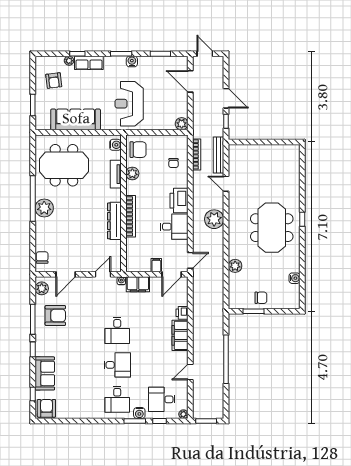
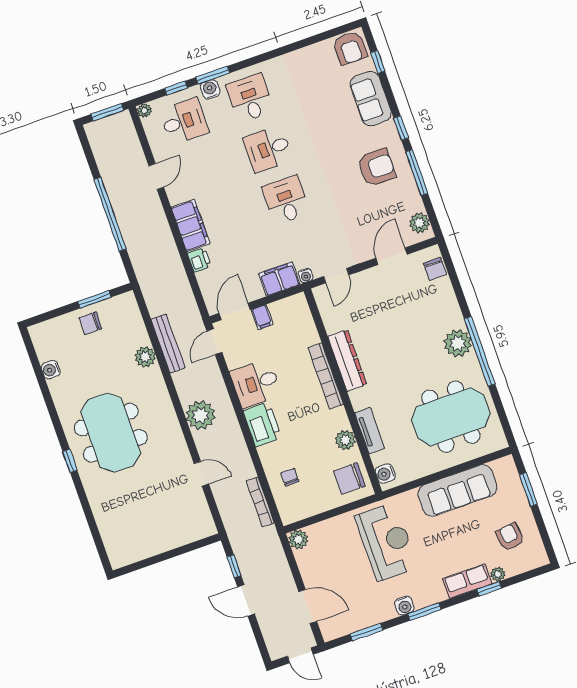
bench: (219, 155) -> (168, 344), moved
armchair: (55, 316) -> (377, 167), moved, turned 180

